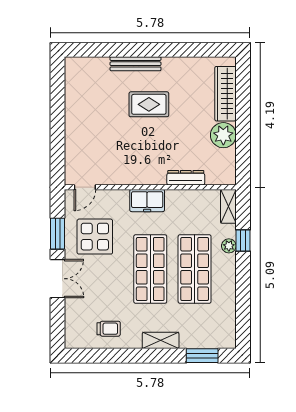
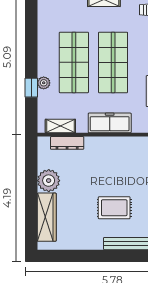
dresser: (186, 178) -> (67, 143), moved
freezer: (147, 201) -> (110, 123), width x1.40
shelving: (228, 206) -> (60, 126), moved, turned 90

